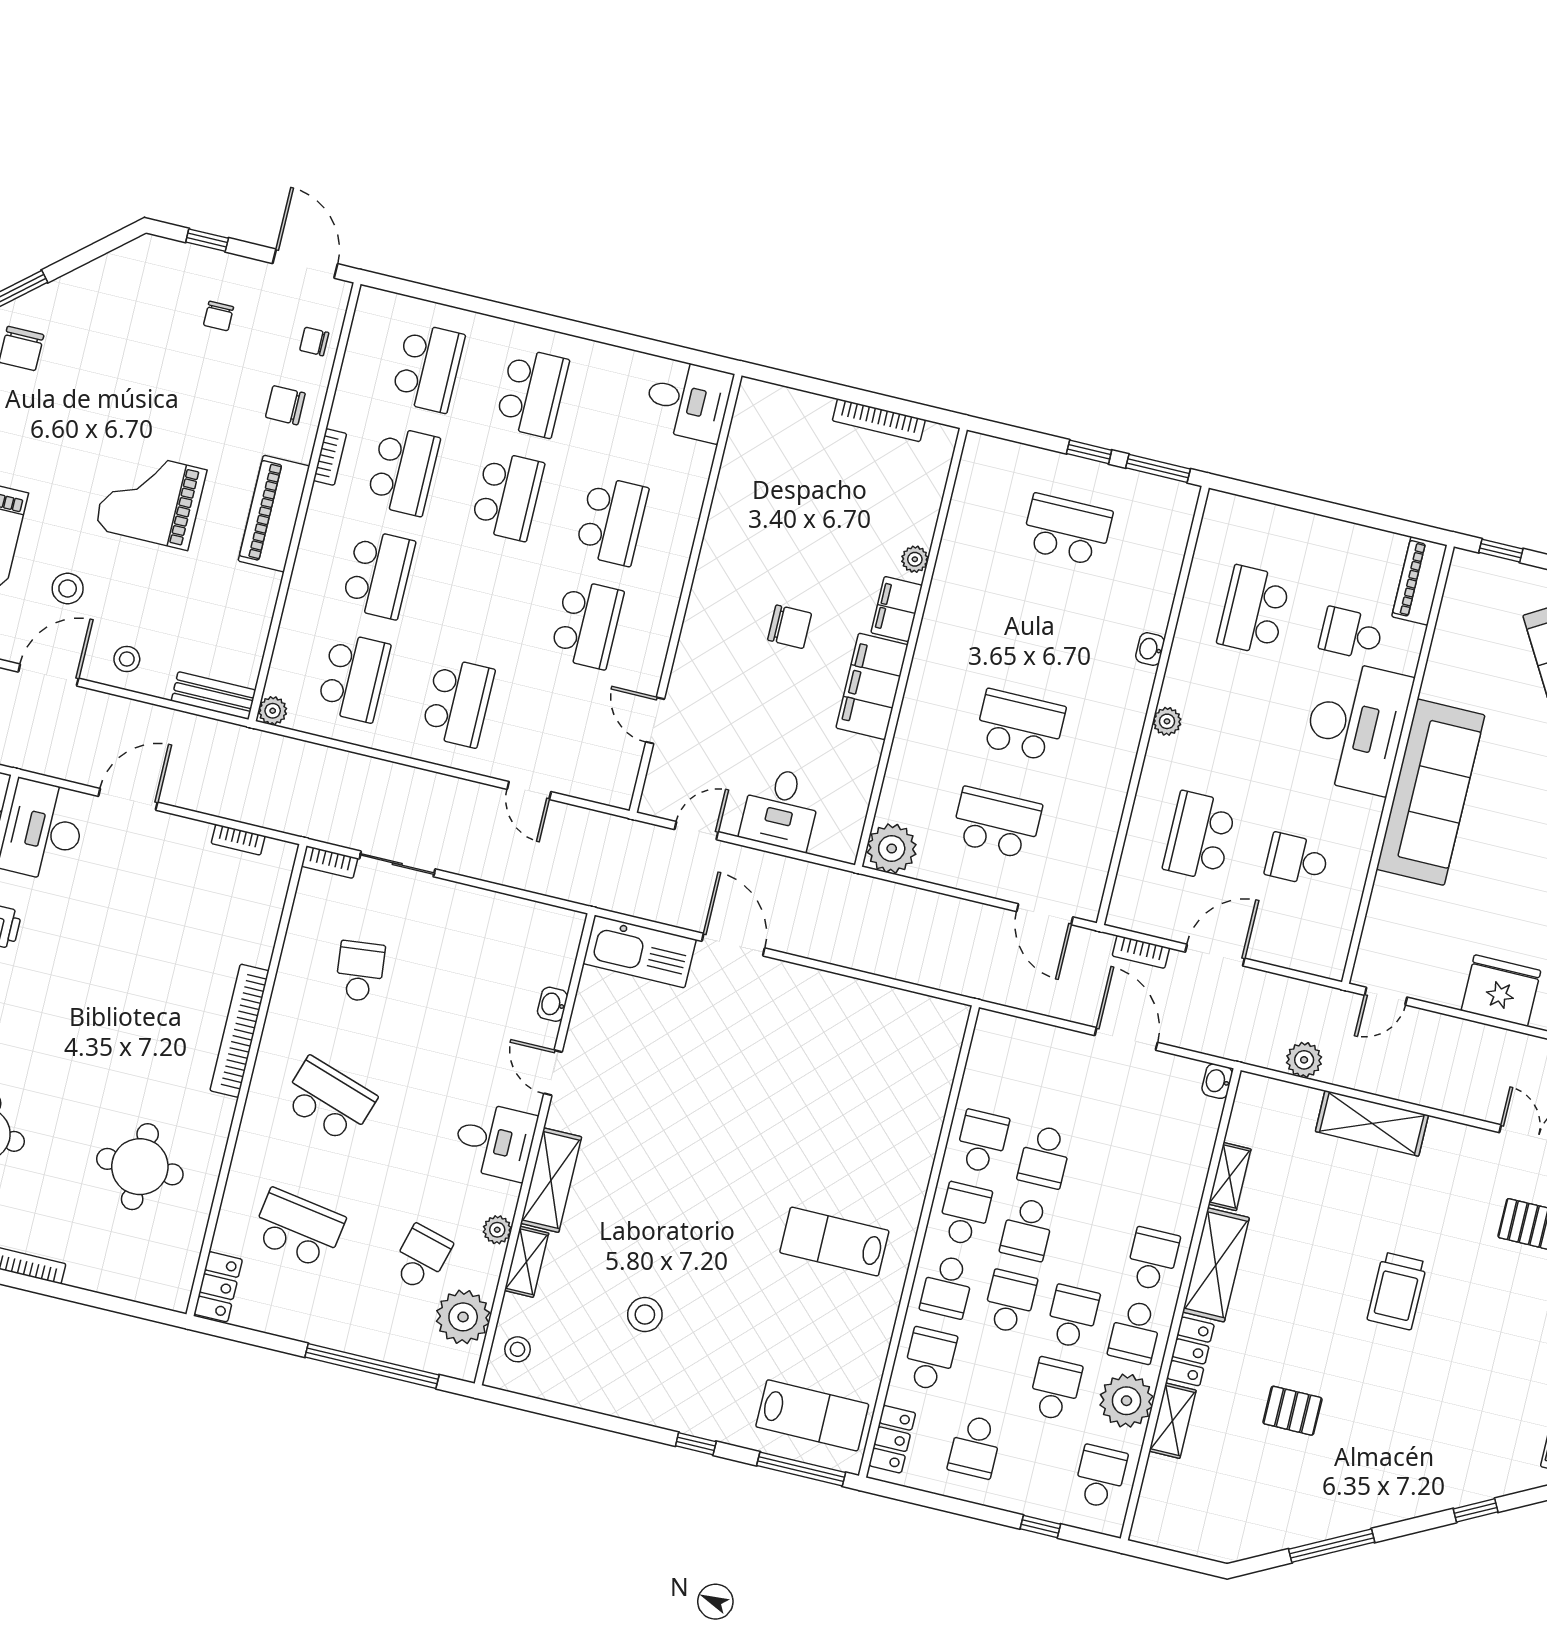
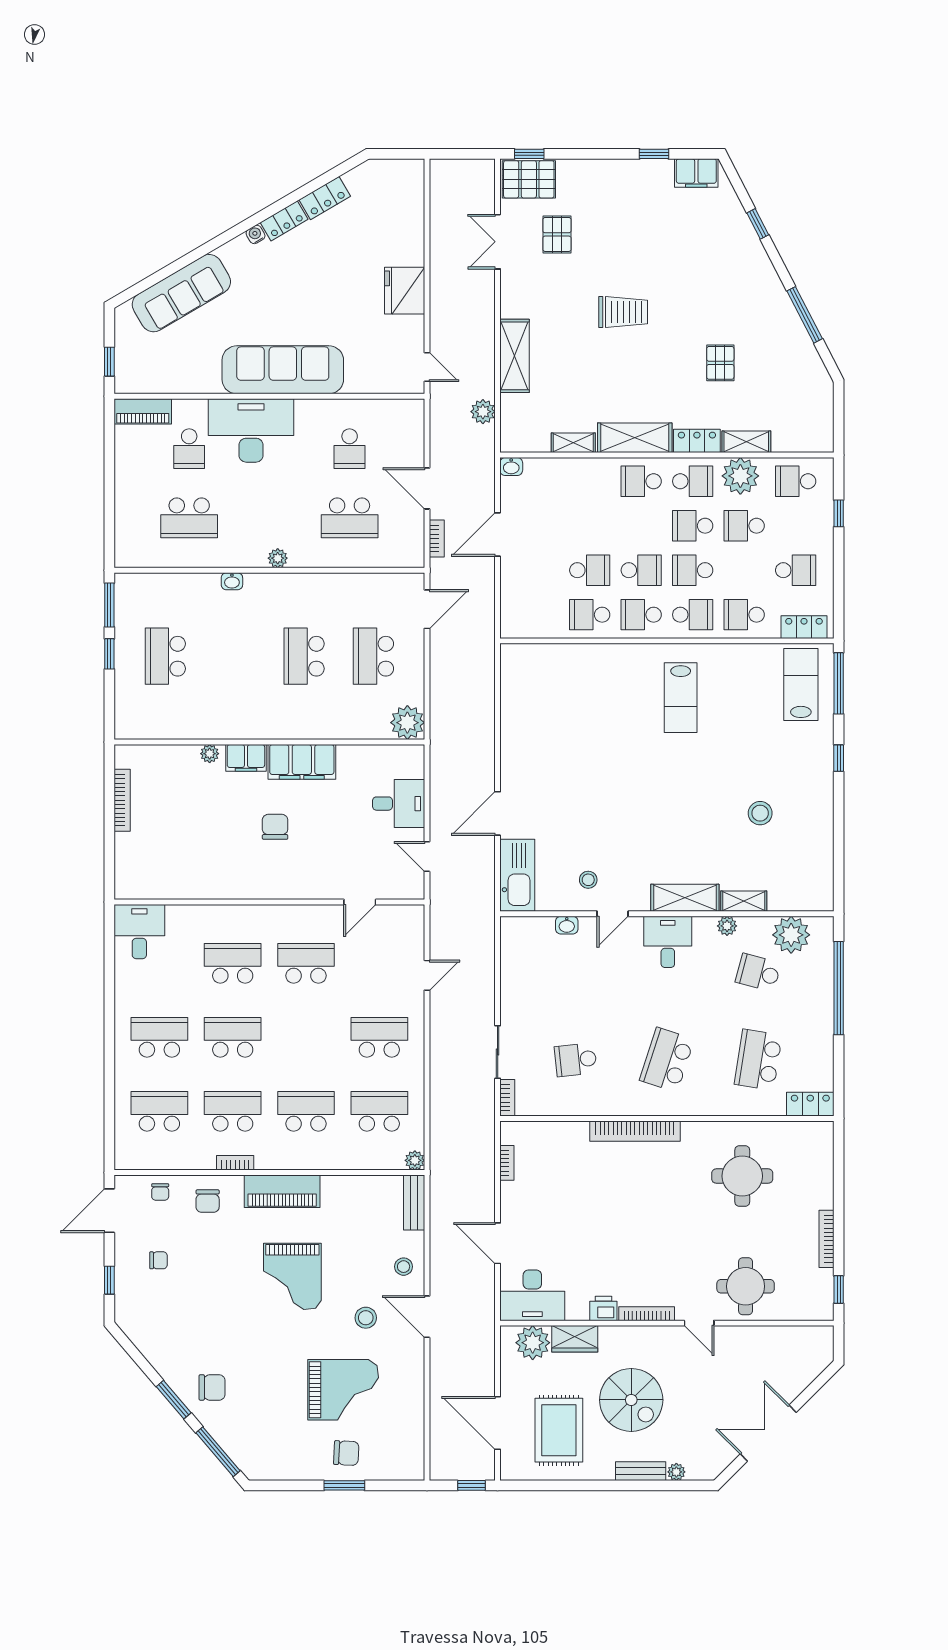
stool: (517, 1349) -> (588, 880), moved

